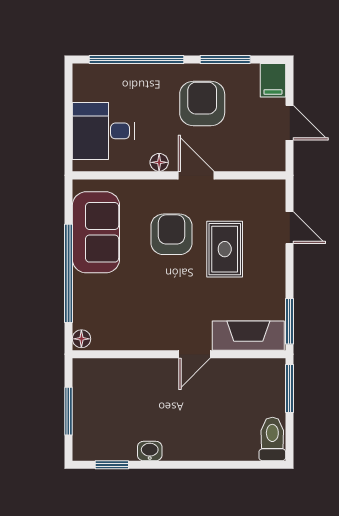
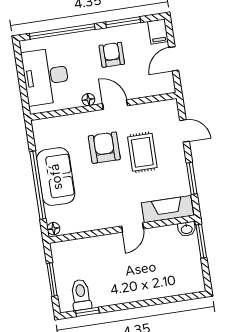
armchair: (202, 103) -> (112, 55), width x0.72, depth x0.72
door: (290, 123) -> (174, 59), swing flipped
desk: (103, 131) -> (46, 77), width x1.37
sofa: (96, 232) -> (56, 177), moved
window: (290, 321) -> (192, 178), moved
toilet: (272, 439) -> (81, 295), moved
washbasin: (150, 451) -> (187, 229), moved, turned 180

